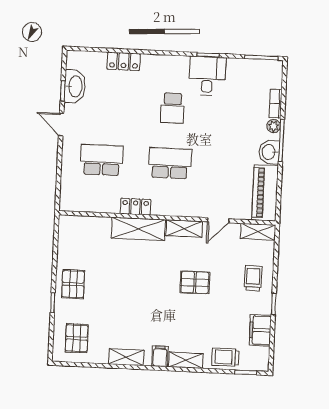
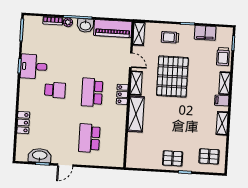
locker: (135, 207) -> (122, 94), moved
pallet: (195, 282) -> (172, 76), width x2.05, depth x2.00

